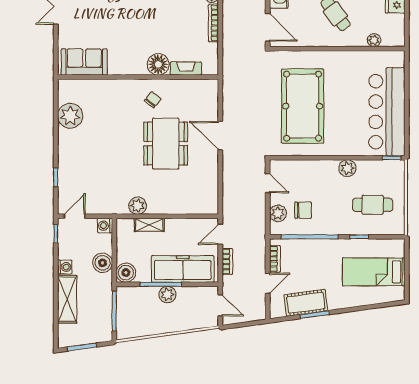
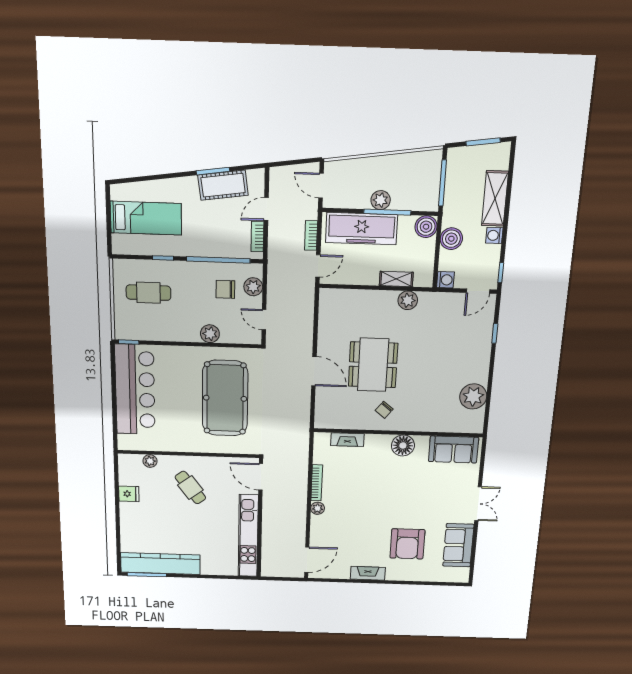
floor lamp: (158, 64) -> (403, 445), moved
plant: (347, 168) -> (210, 334), moved

